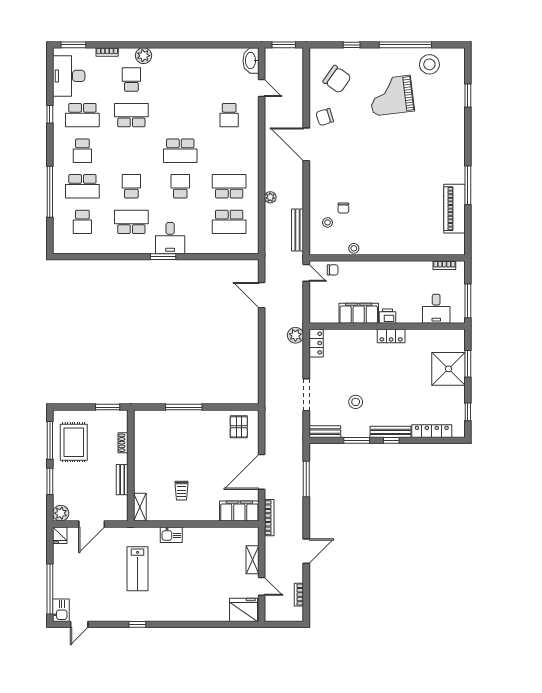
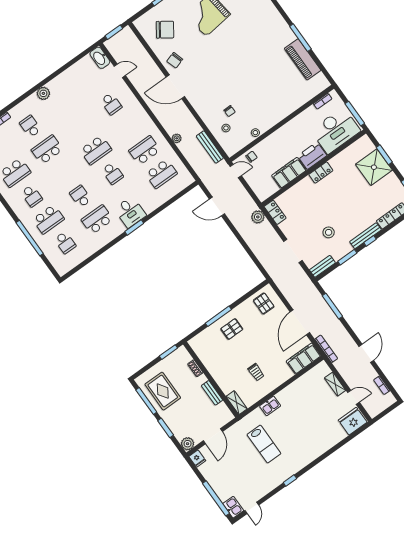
plant: (143, 56) -> (43, 93), moved
school desk: (180, 186) -> (113, 173), turned 180
desk: (436, 309) -> (336, 131), width x1.87, depth x1.30
printer: (388, 316) -> (312, 156), width x1.87, depth x1.48
pallet: (188, 430) -> (232, 329), added

